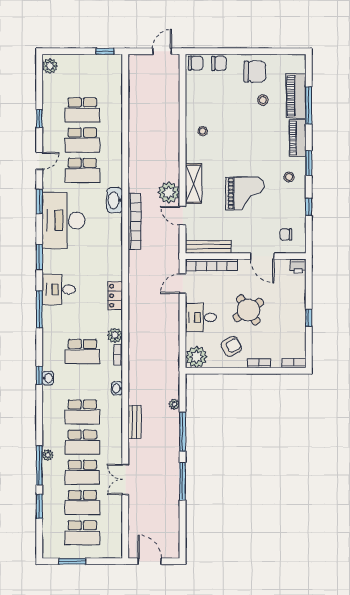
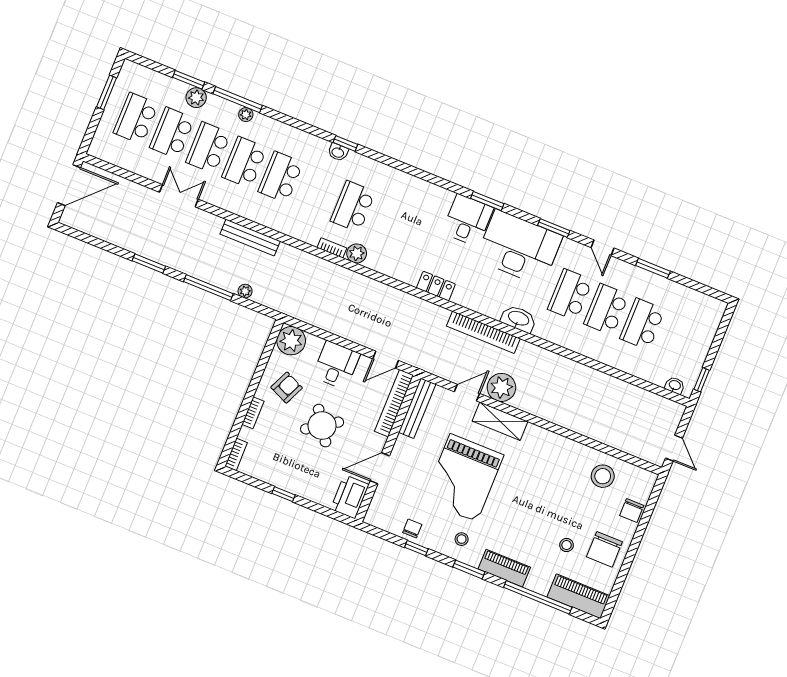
chair: (196, 63) -> (643, 483), removed
plant: (50, 66) -> (196, 98), moved
piano: (296, 96) -> (578, 596), moved
window: (309, 105) -> (538, 597), width x1.46
window: (39, 119) -> (653, 268), width x1.50
stool: (203, 131) -> (603, 476), moved, width x1.89, depth x1.89
grand piano: (245, 193) -> (463, 478), width x1.37, depth x1.48
chair: (286, 234) -> (412, 529), moved
printer: (298, 266) -> (350, 497), width x1.87, depth x1.48
door: (183, 284) -> (386, 360), swing flipped
desk: (59, 289) -> (468, 220), moved
locker: (115, 296) -> (436, 286), moved
window: (39, 309) -> (425, 176), removed
armchair: (231, 346) -> (287, 388), turned -128
washbasin: (117, 388) -> (675, 385), moved
bench: (134, 422) -> (250, 238), width x1.36
window: (183, 481) -> (149, 263), width x0.69
door: (150, 561) -> (69, 185), width x1.36

